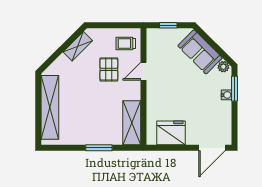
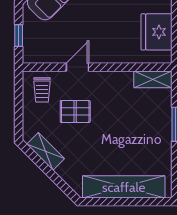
door: (144, 71) -> (77, 67), swing flipped
shelving: (132, 123) -> (153, 79), width x0.67, depth x0.75

